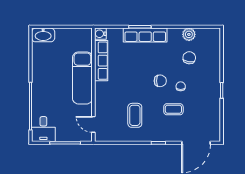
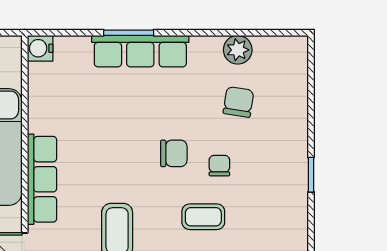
row of seats: (101, 61) -> (42, 179), moved

